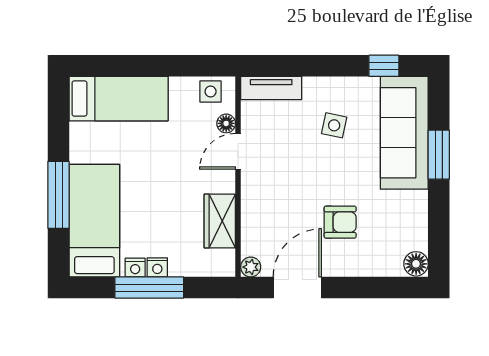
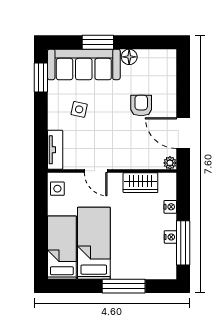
window: (384, 66) -> (41, 77), width x1.50
floor lamp: (226, 123) -> (78, 179), removed
bed: (94, 221) -> (94, 243), moved, turned 90
floor lamp: (416, 264) -> (129, 57), moved
nightstand: (157, 267) -> (170, 207), moved
window: (149, 288) -> (183, 243), moved

